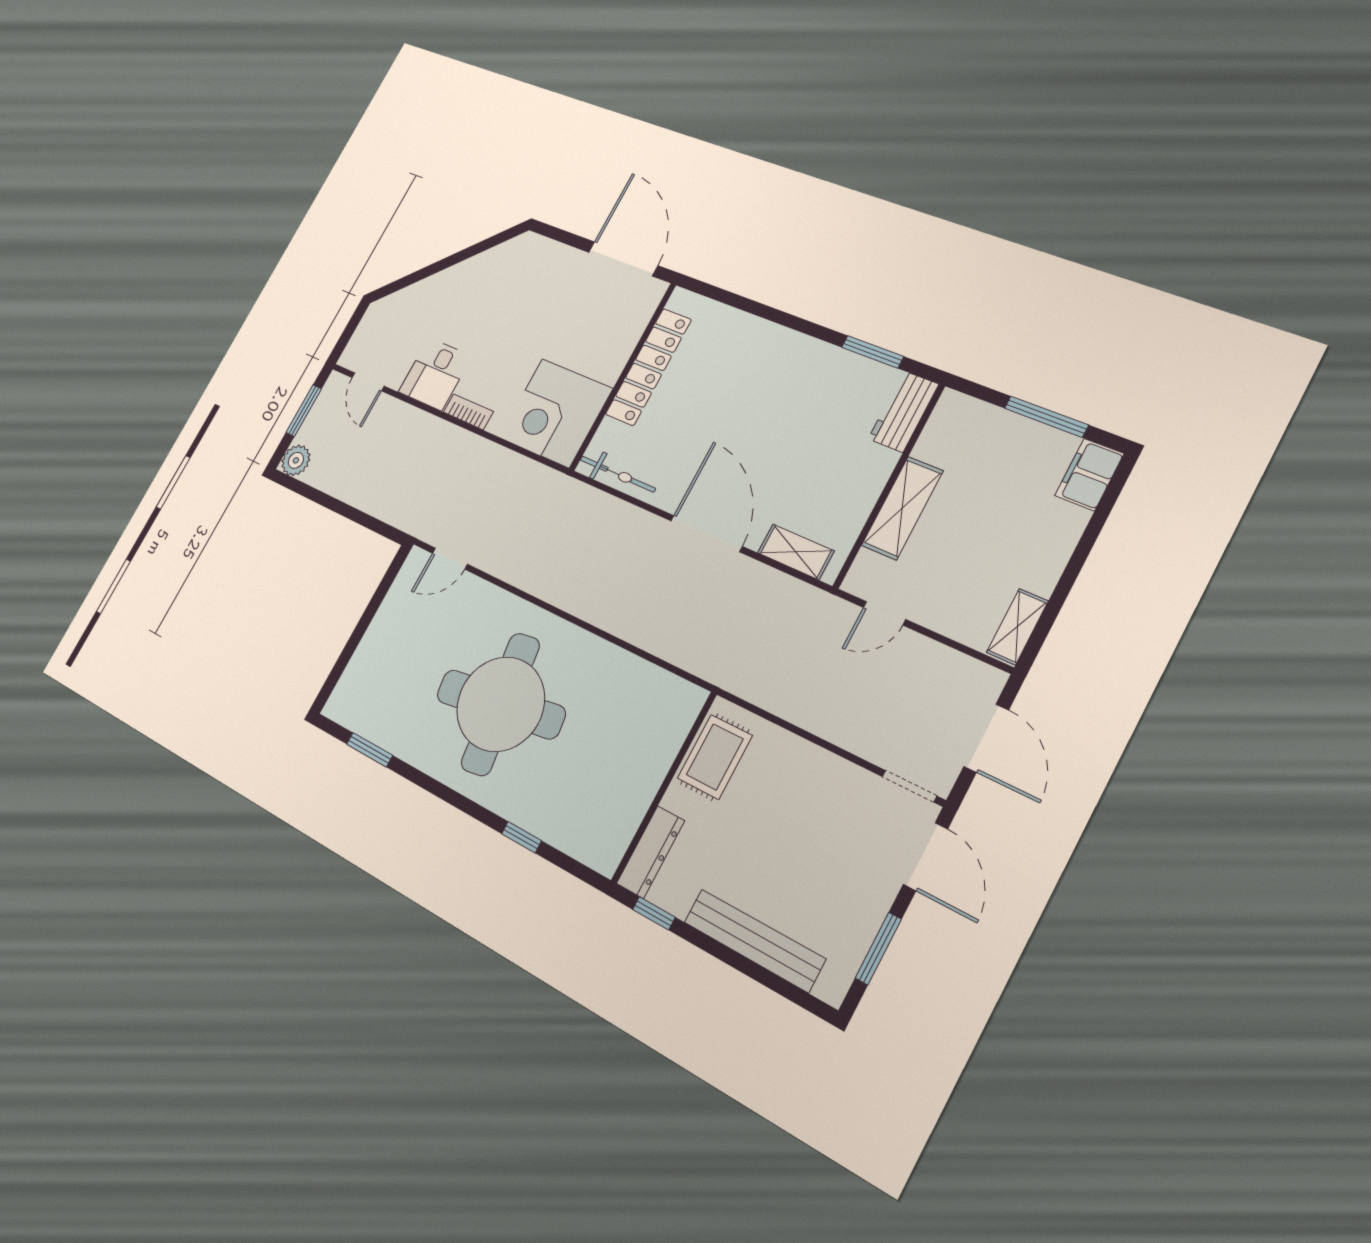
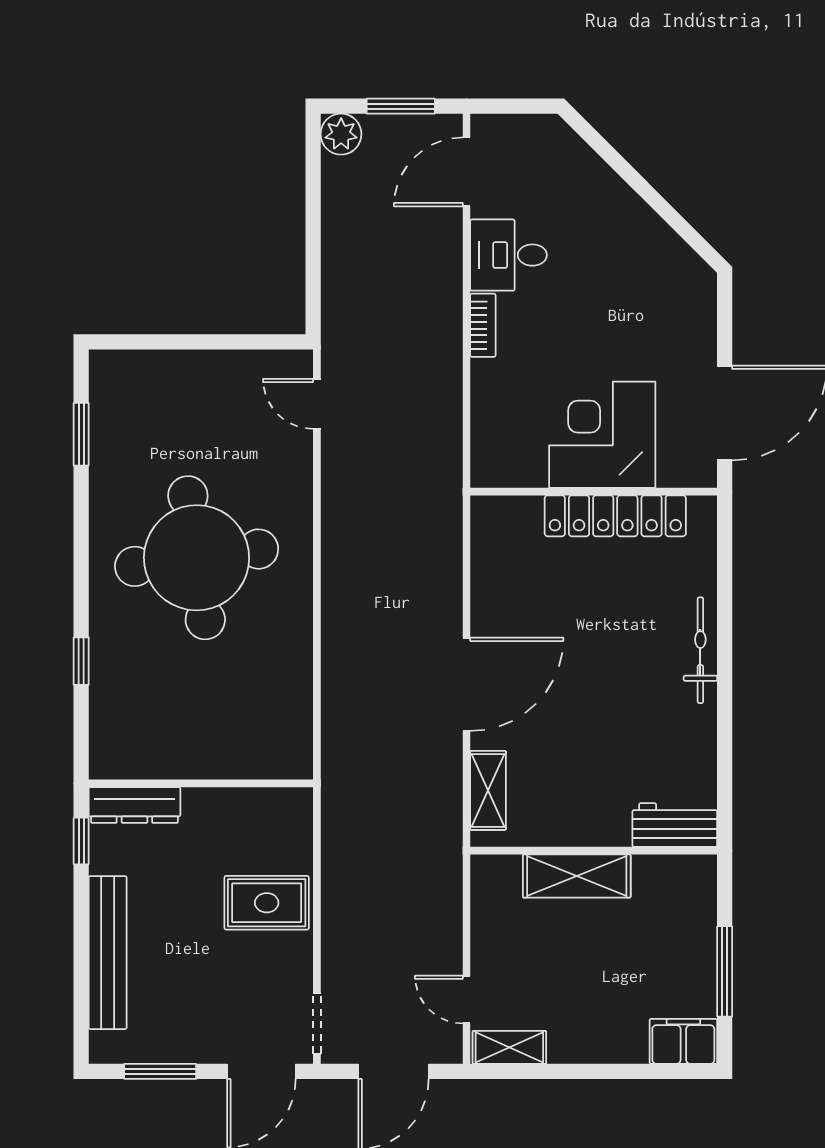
window: (873, 352) -> (725, 759), removed
door: (368, 382) -> (466, 172), width x1.38
corner desk: (556, 413) -> (602, 435), moved
bicycle: (618, 474) -> (700, 650), moved, turned 180
door: (884, 613) -> (466, 999), moved
rug: (715, 757) -> (267, 903), moved

